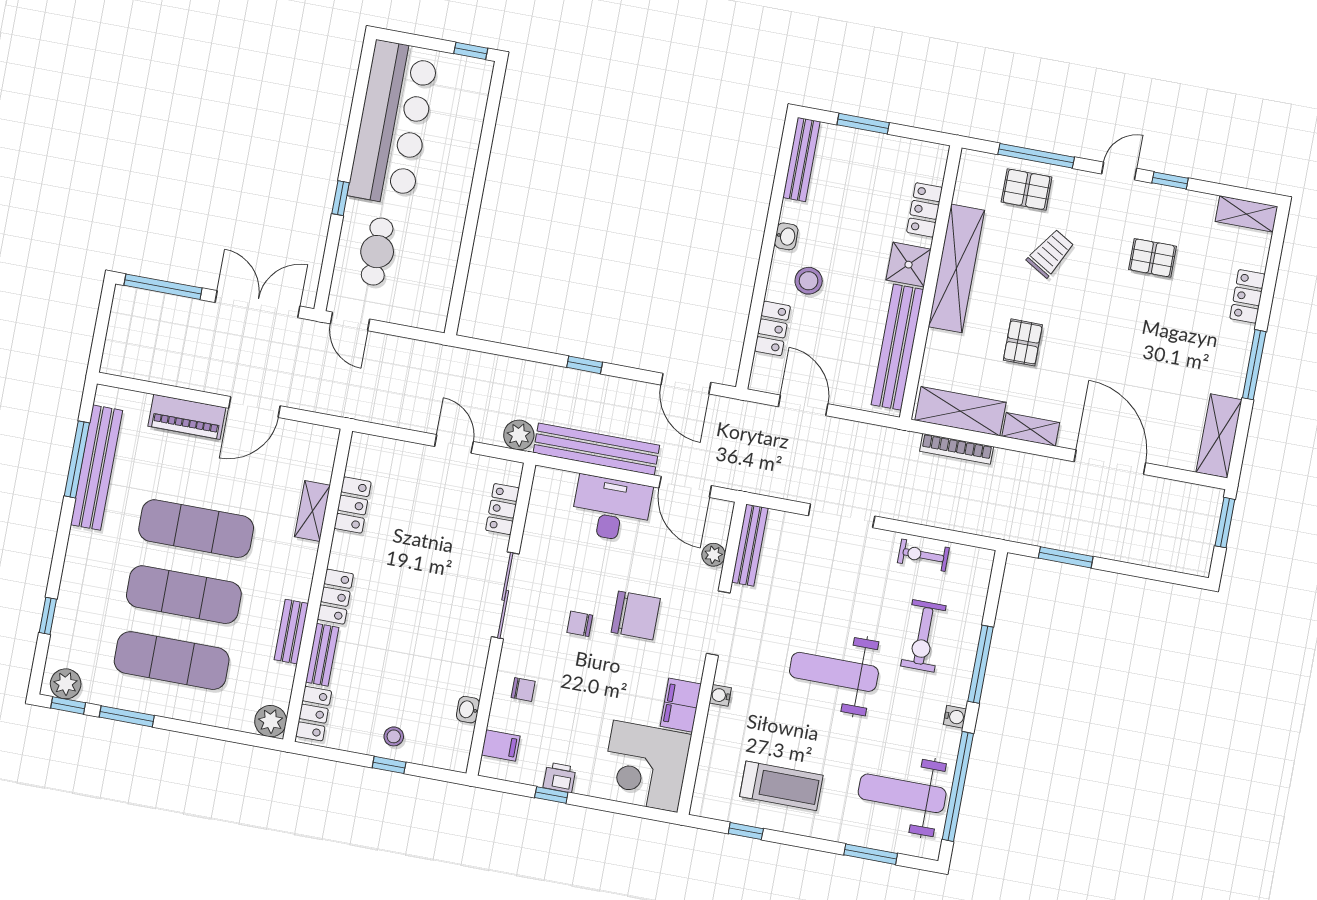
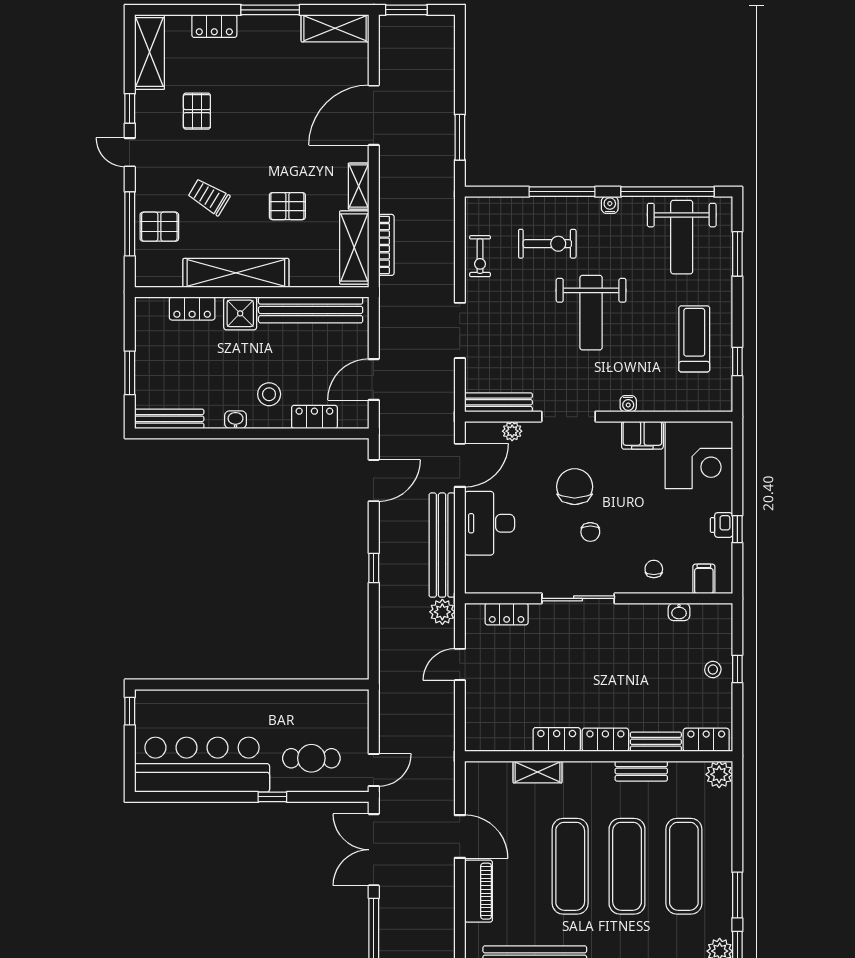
pallet: (1027, 189) -> (159, 227), turned 90
shelving: (1246, 214) -> (149, 52), width x1.50, depth x1.33
locker: (353, 505) -> (557, 740), moved

